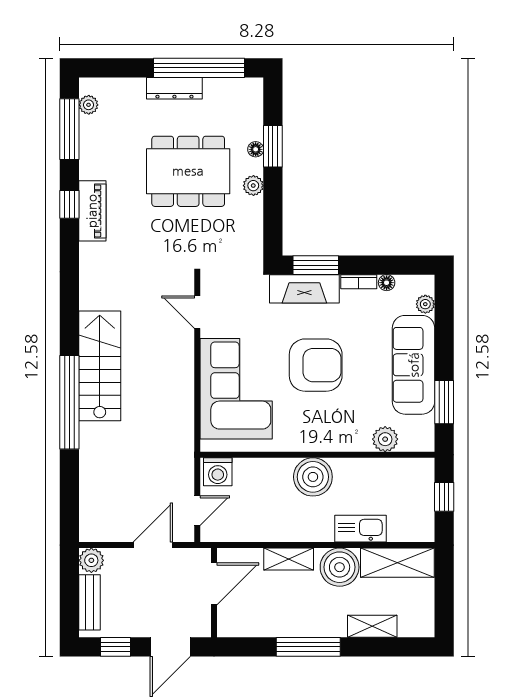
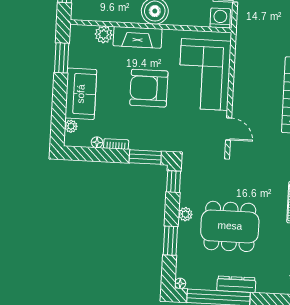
floor lamp: (256, 149) -> (180, 283), moved
window: (273, 232) -> (174, 182), added
fireplace: (304, 289) -> (138, 37), moved, turned 180
sofa: (414, 365) -> (81, 94), width x0.73

